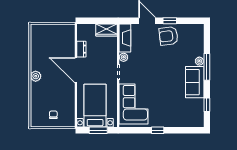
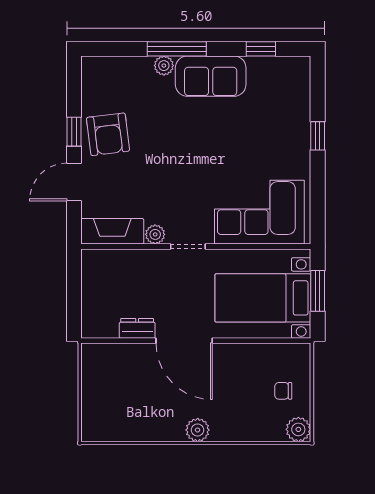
wardrobe: (107, 30) -> (95, 272), removed
door: (76, 70) -> (184, 341), hinge flipped
plant: (36, 122) -> (298, 429), added
window: (158, 130) -> (318, 136), moved

